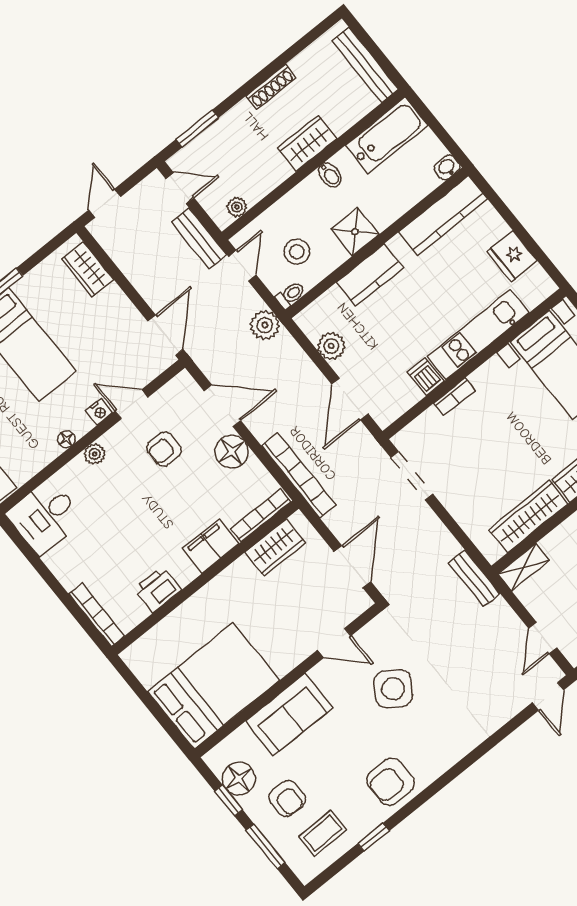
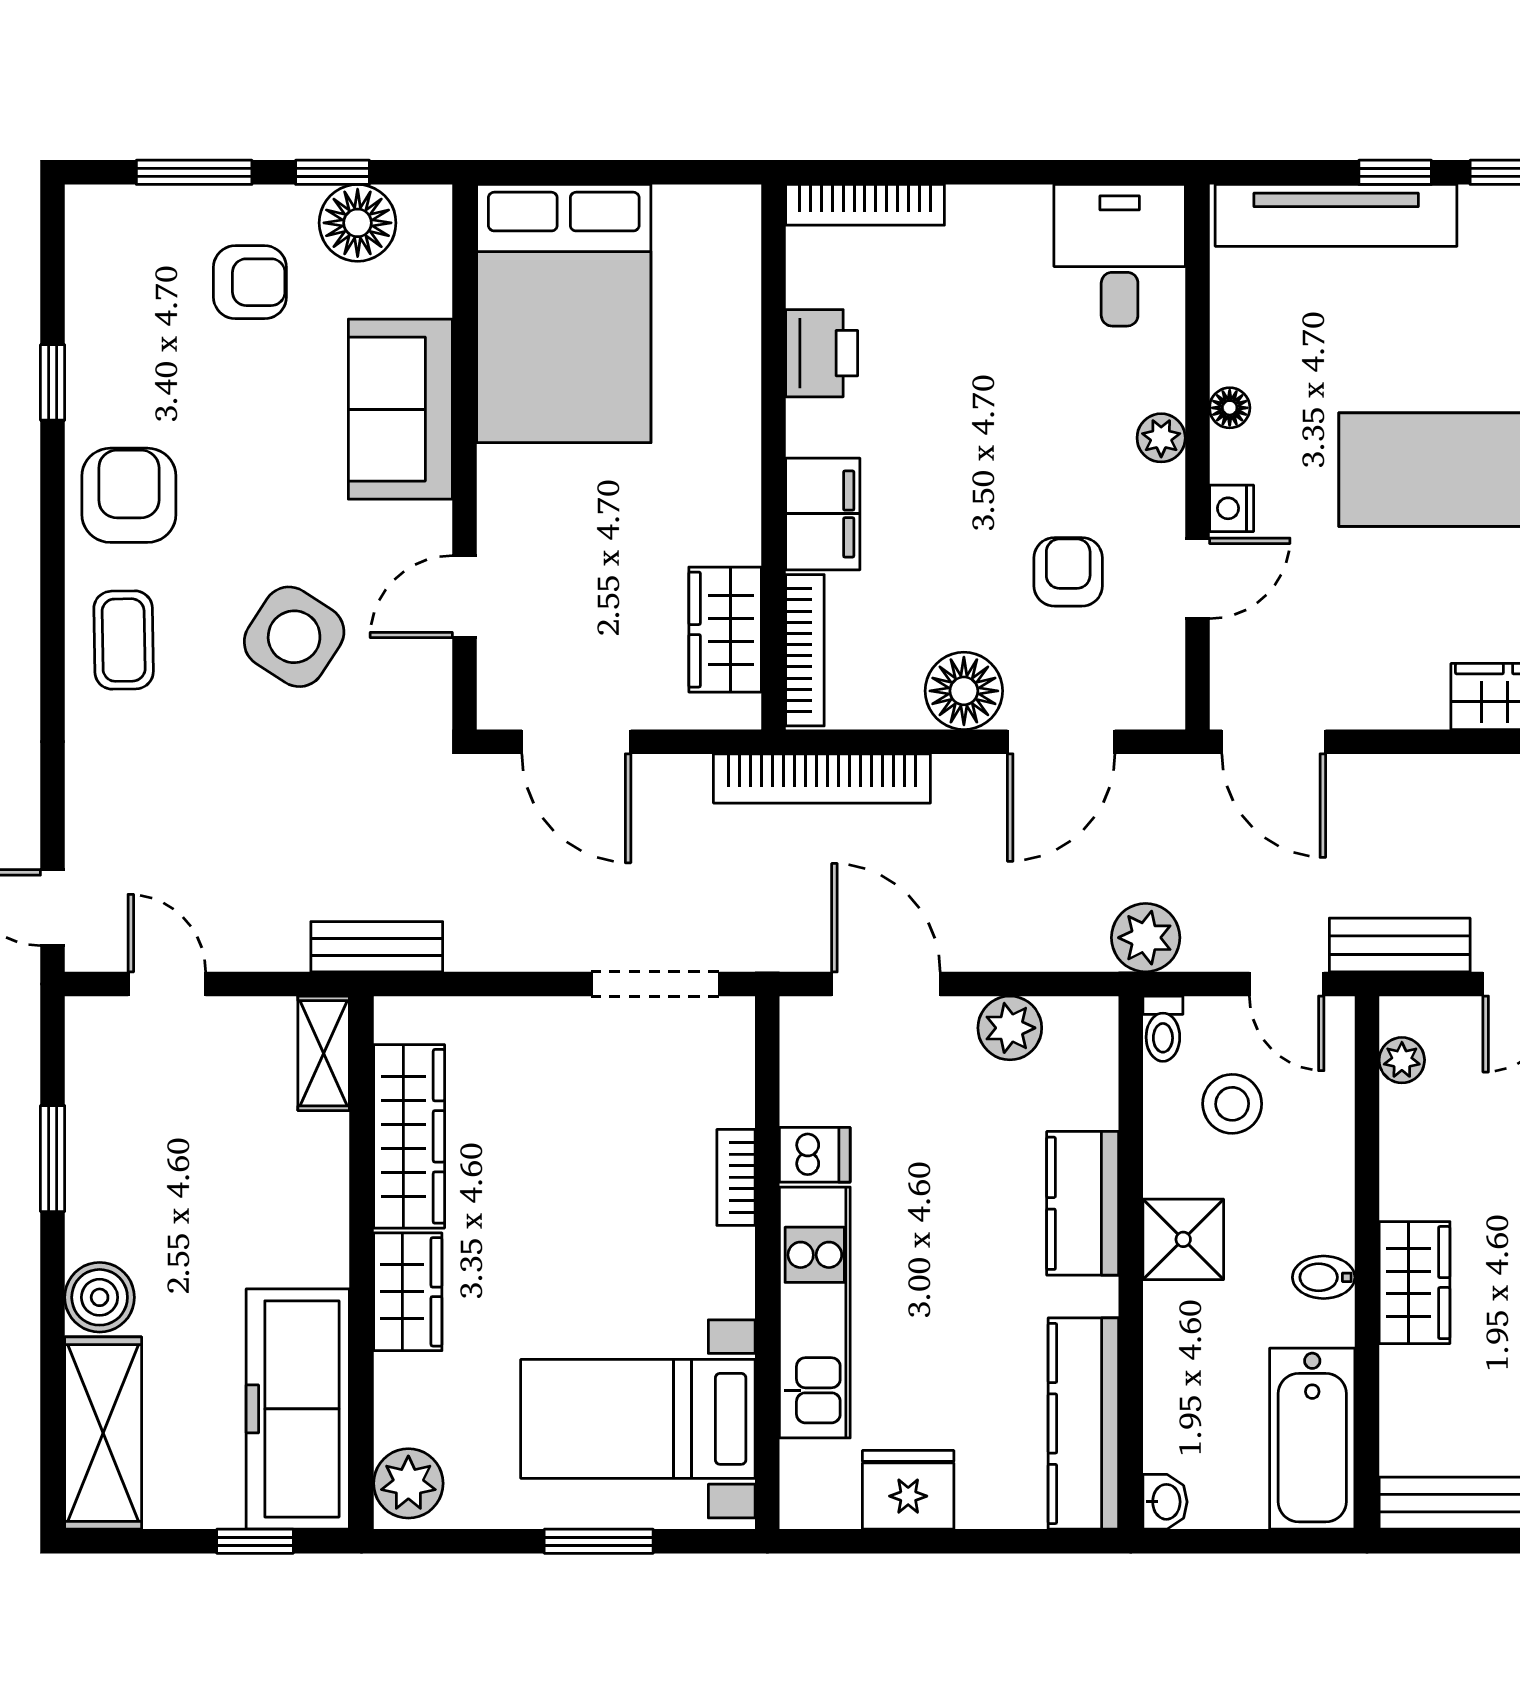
armchair: (287, 798) -> (250, 282), turned 180
coffee table: (323, 833) -> (124, 640), moved

